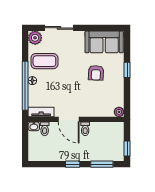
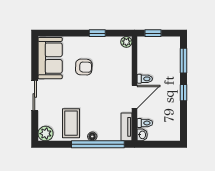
sliding door: (59, 28) -> (35, 96), moved
window: (127, 70) -> (97, 33), moved
window: (127, 149) -> (153, 33), moved

